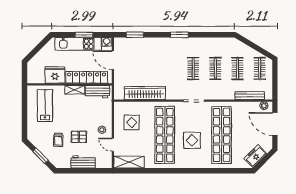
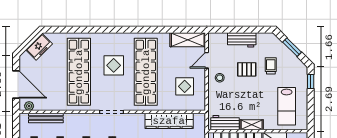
window: (25, 127) -> (311, 81), added
door: (113, 145) -> (207, 60), swing flipped

